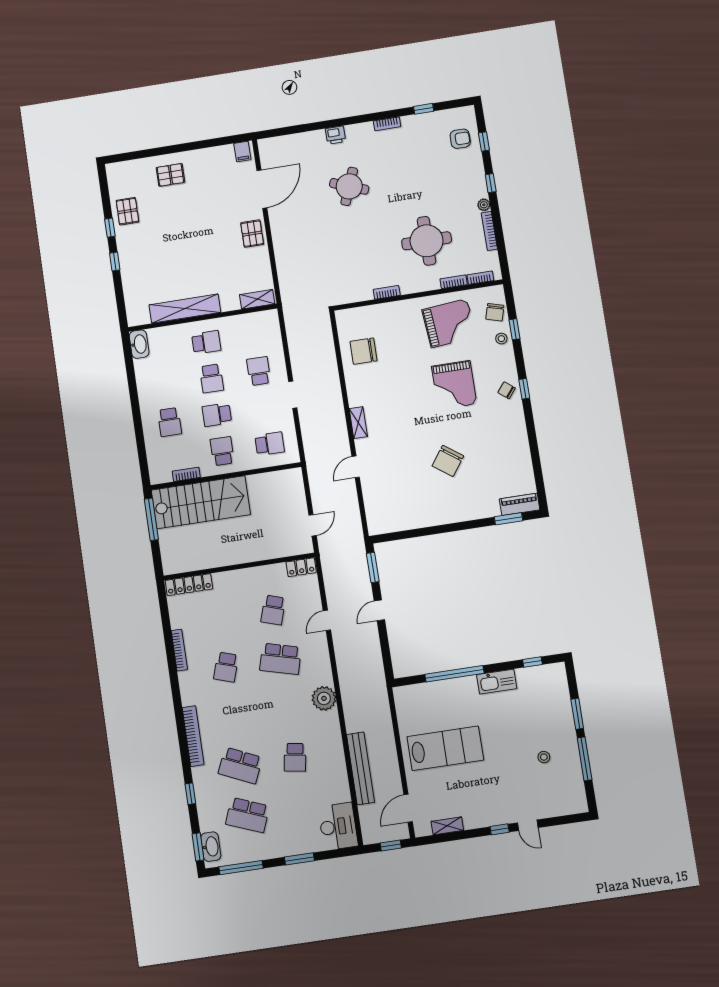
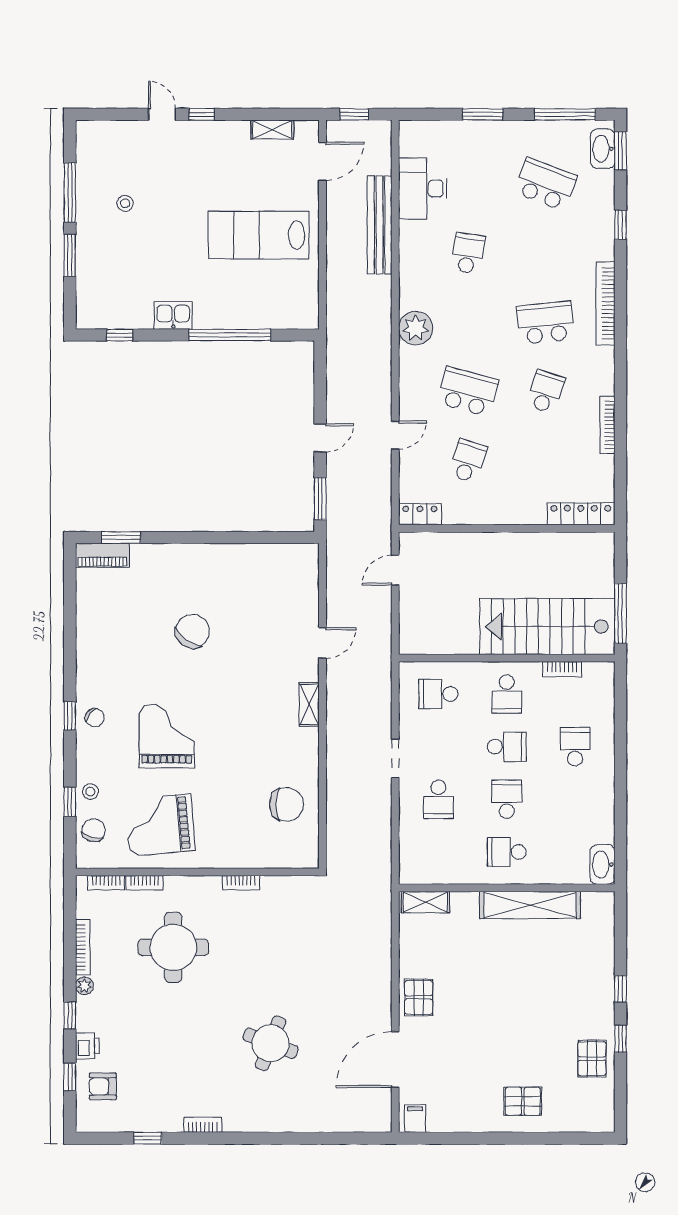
printer: (335, 135) -> (87, 1046), moved, turned 90
kitchen sink: (497, 682) -> (173, 316), width x0.73
school desk: (240, 765) -> (546, 322), moved, turned -30
desk: (338, 826) -> (423, 188), moved

